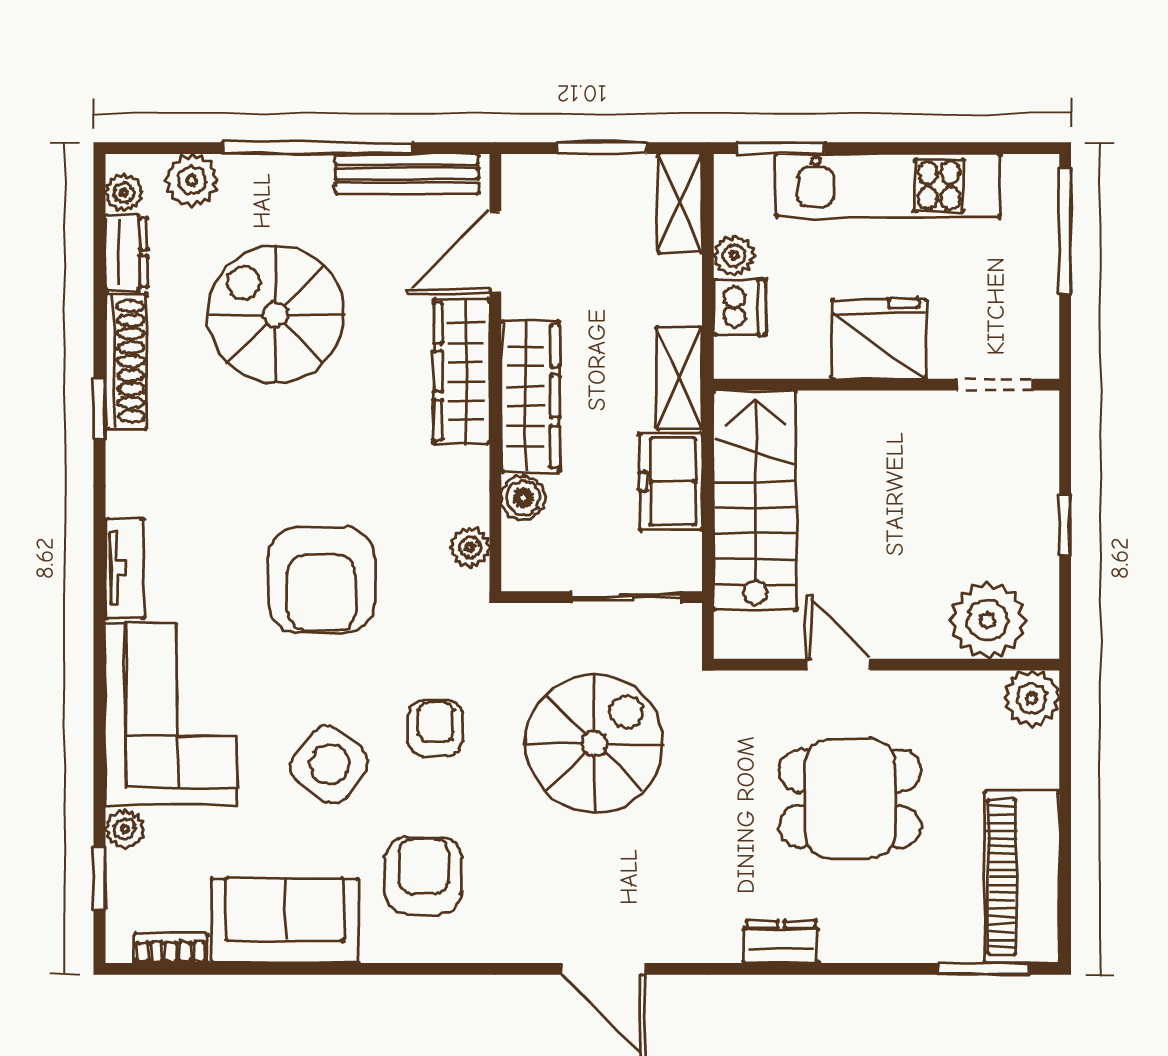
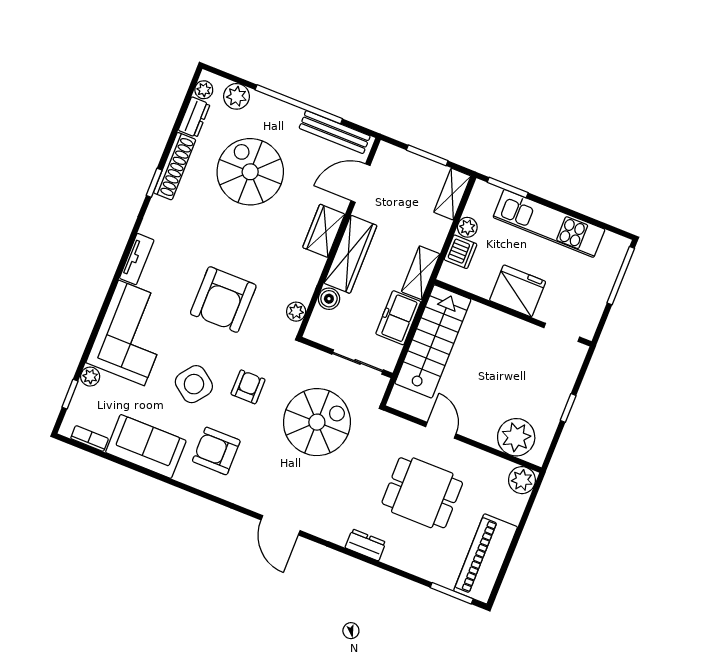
wardrobe: (462, 371) -> (324, 231), width x0.67
armchair: (423, 876) -> (216, 451), turned -90

